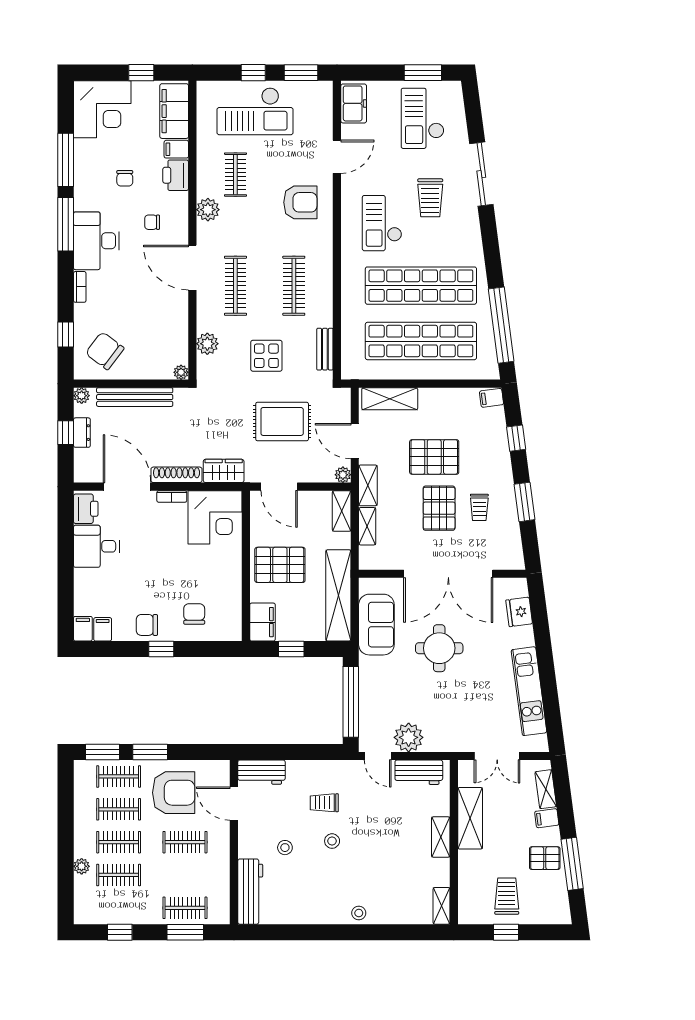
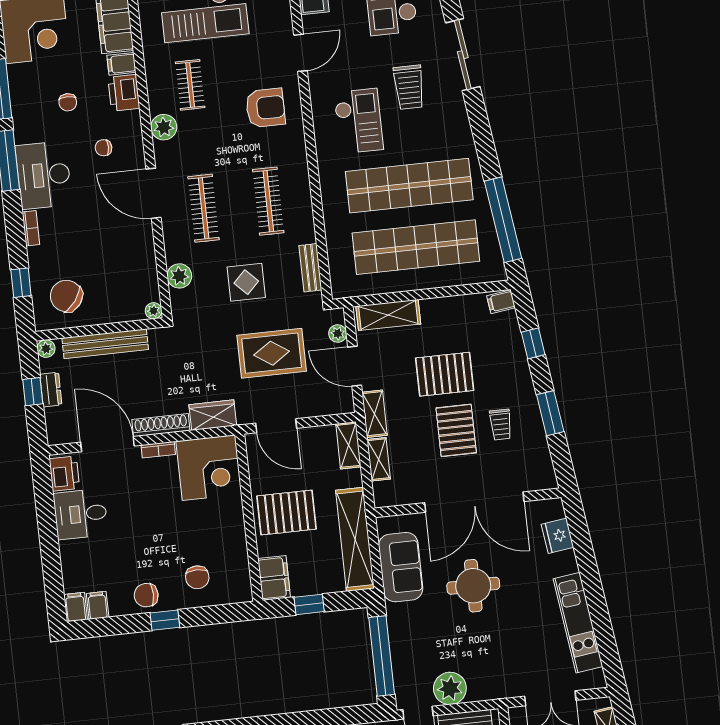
checkout: (382, 223) -> (358, 121), turned 180
plant: (343, 475) -> (338, 334), moved
chair: (194, 614) -> (197, 577), turned 180

